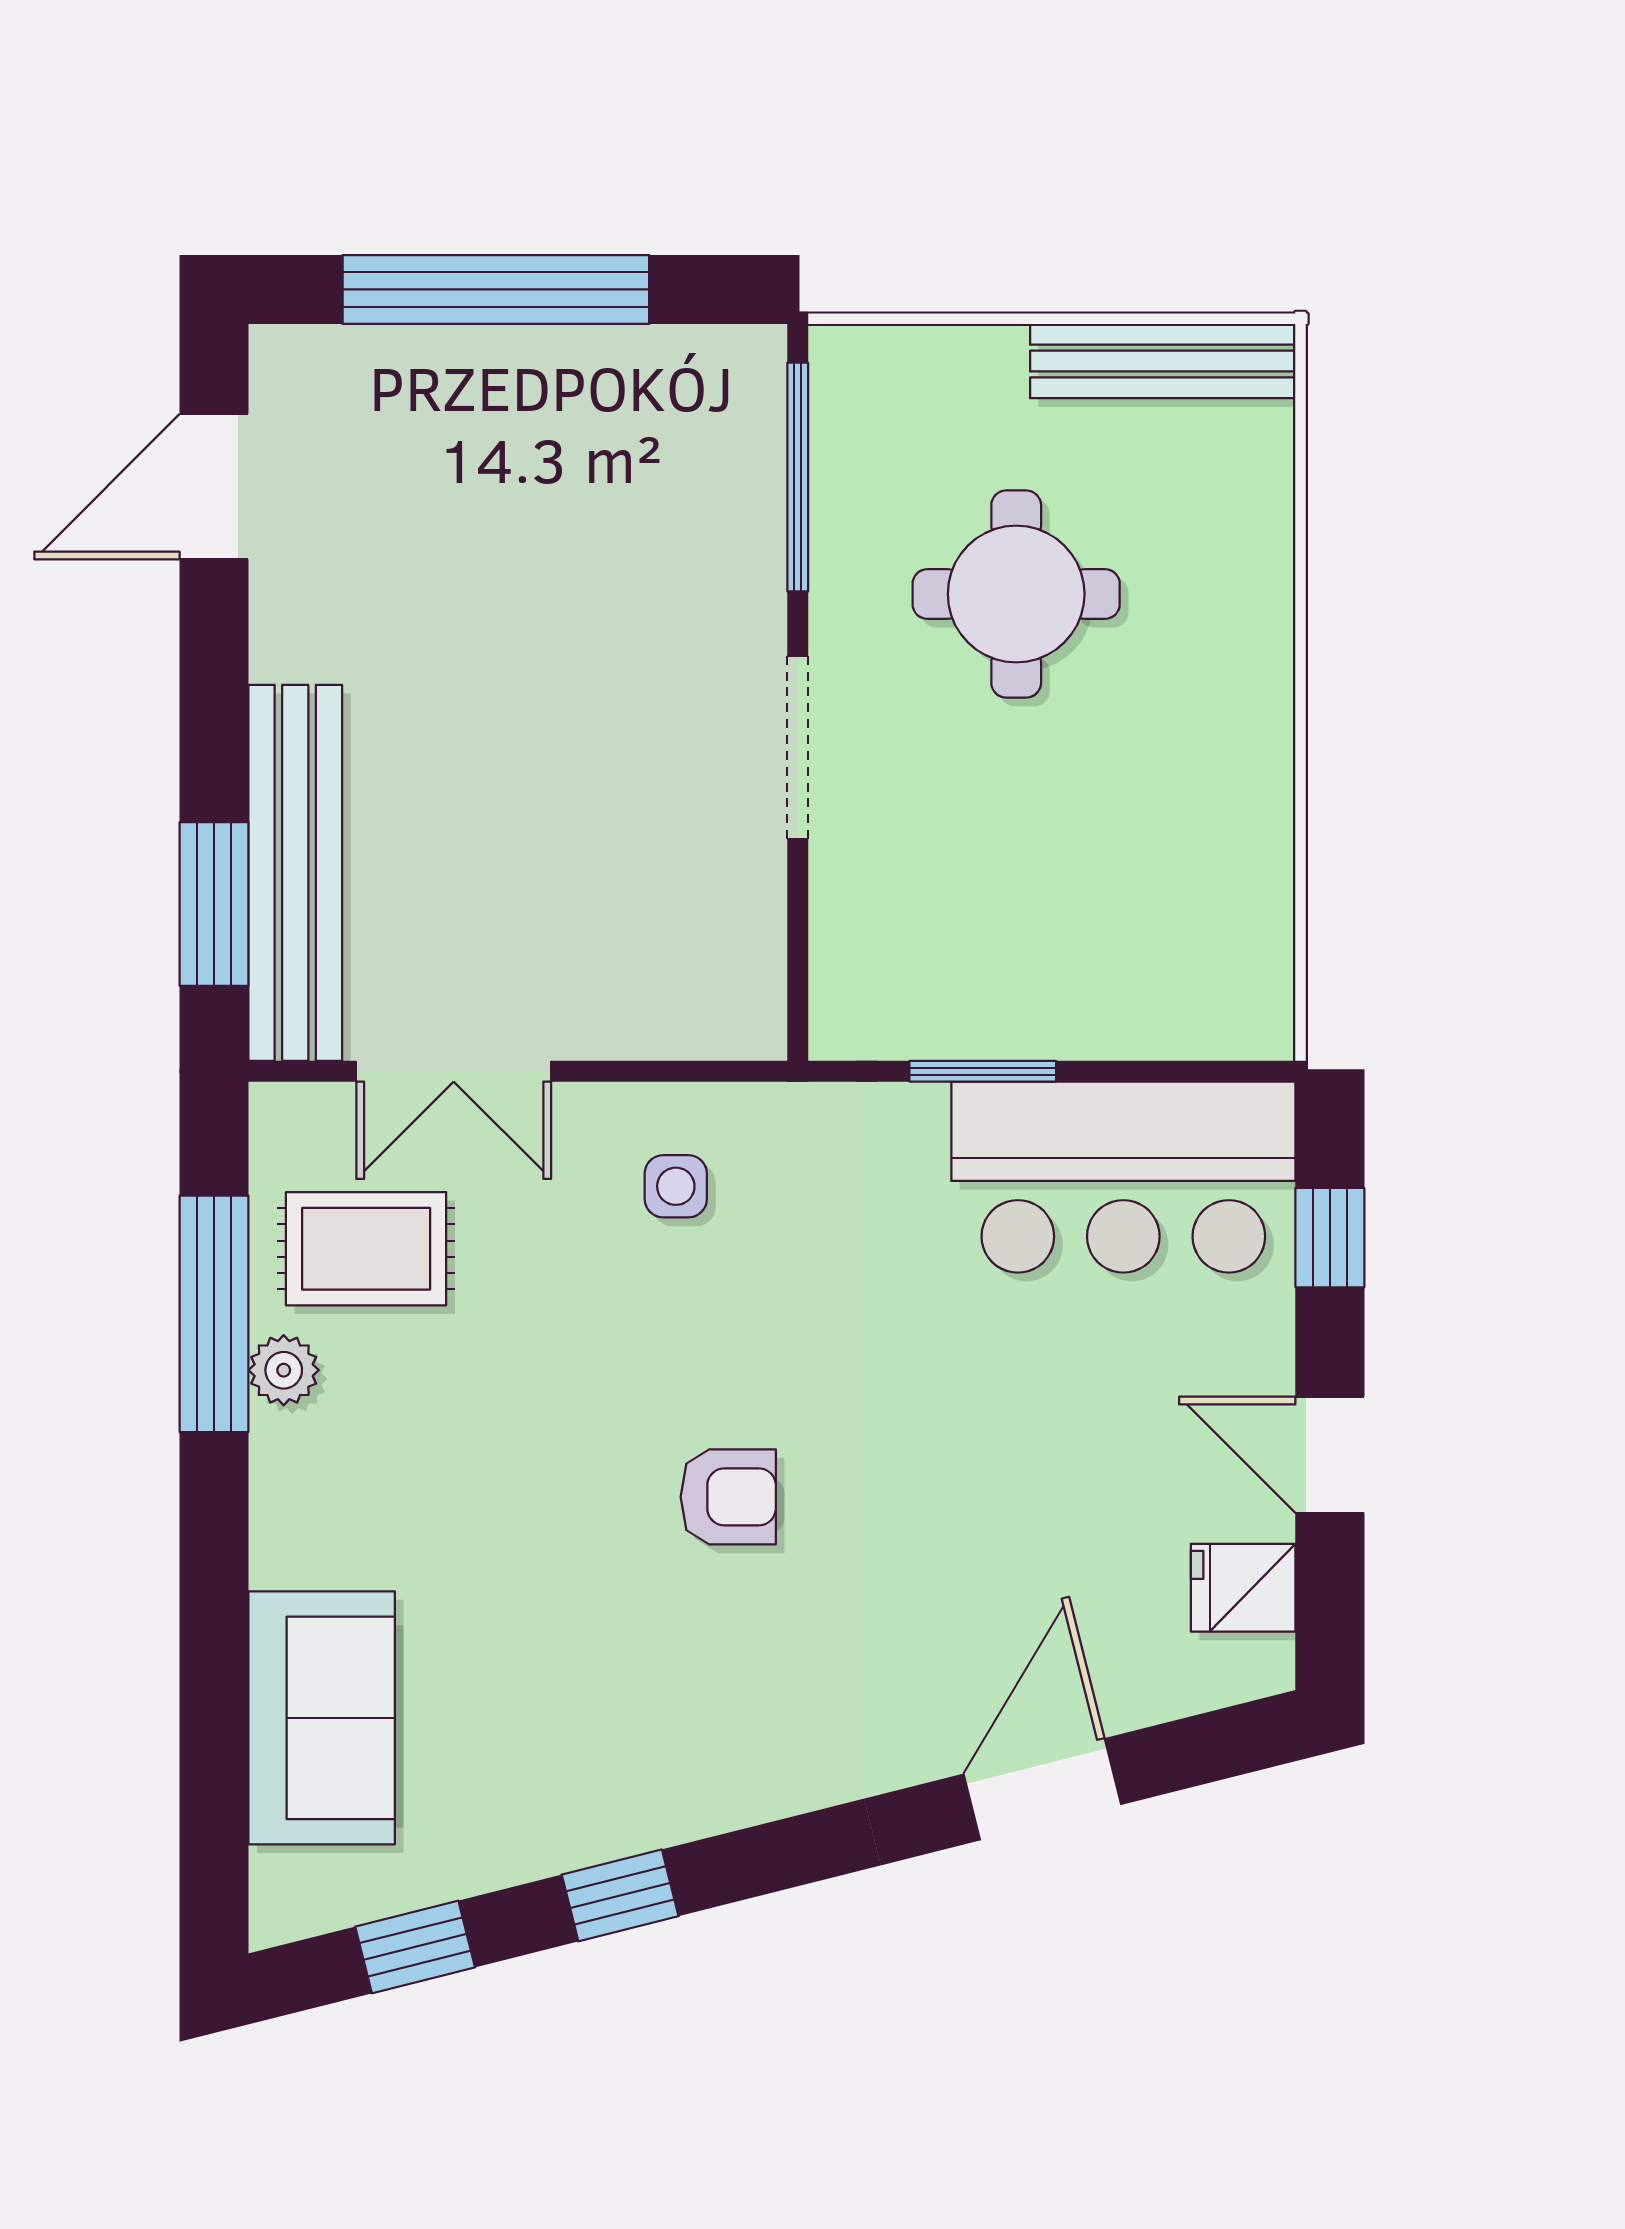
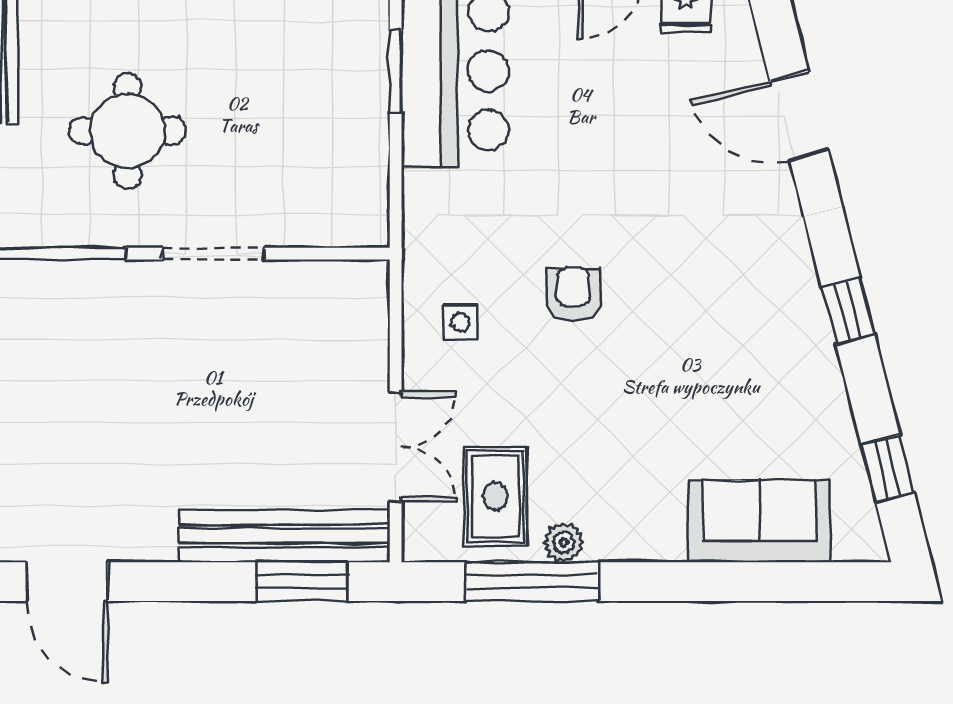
window: (983, 1071) -> (396, 71), moved
armchair: (728, 1497) -> (573, 295), moved
window: (620, 1895) -> (848, 311), moved

